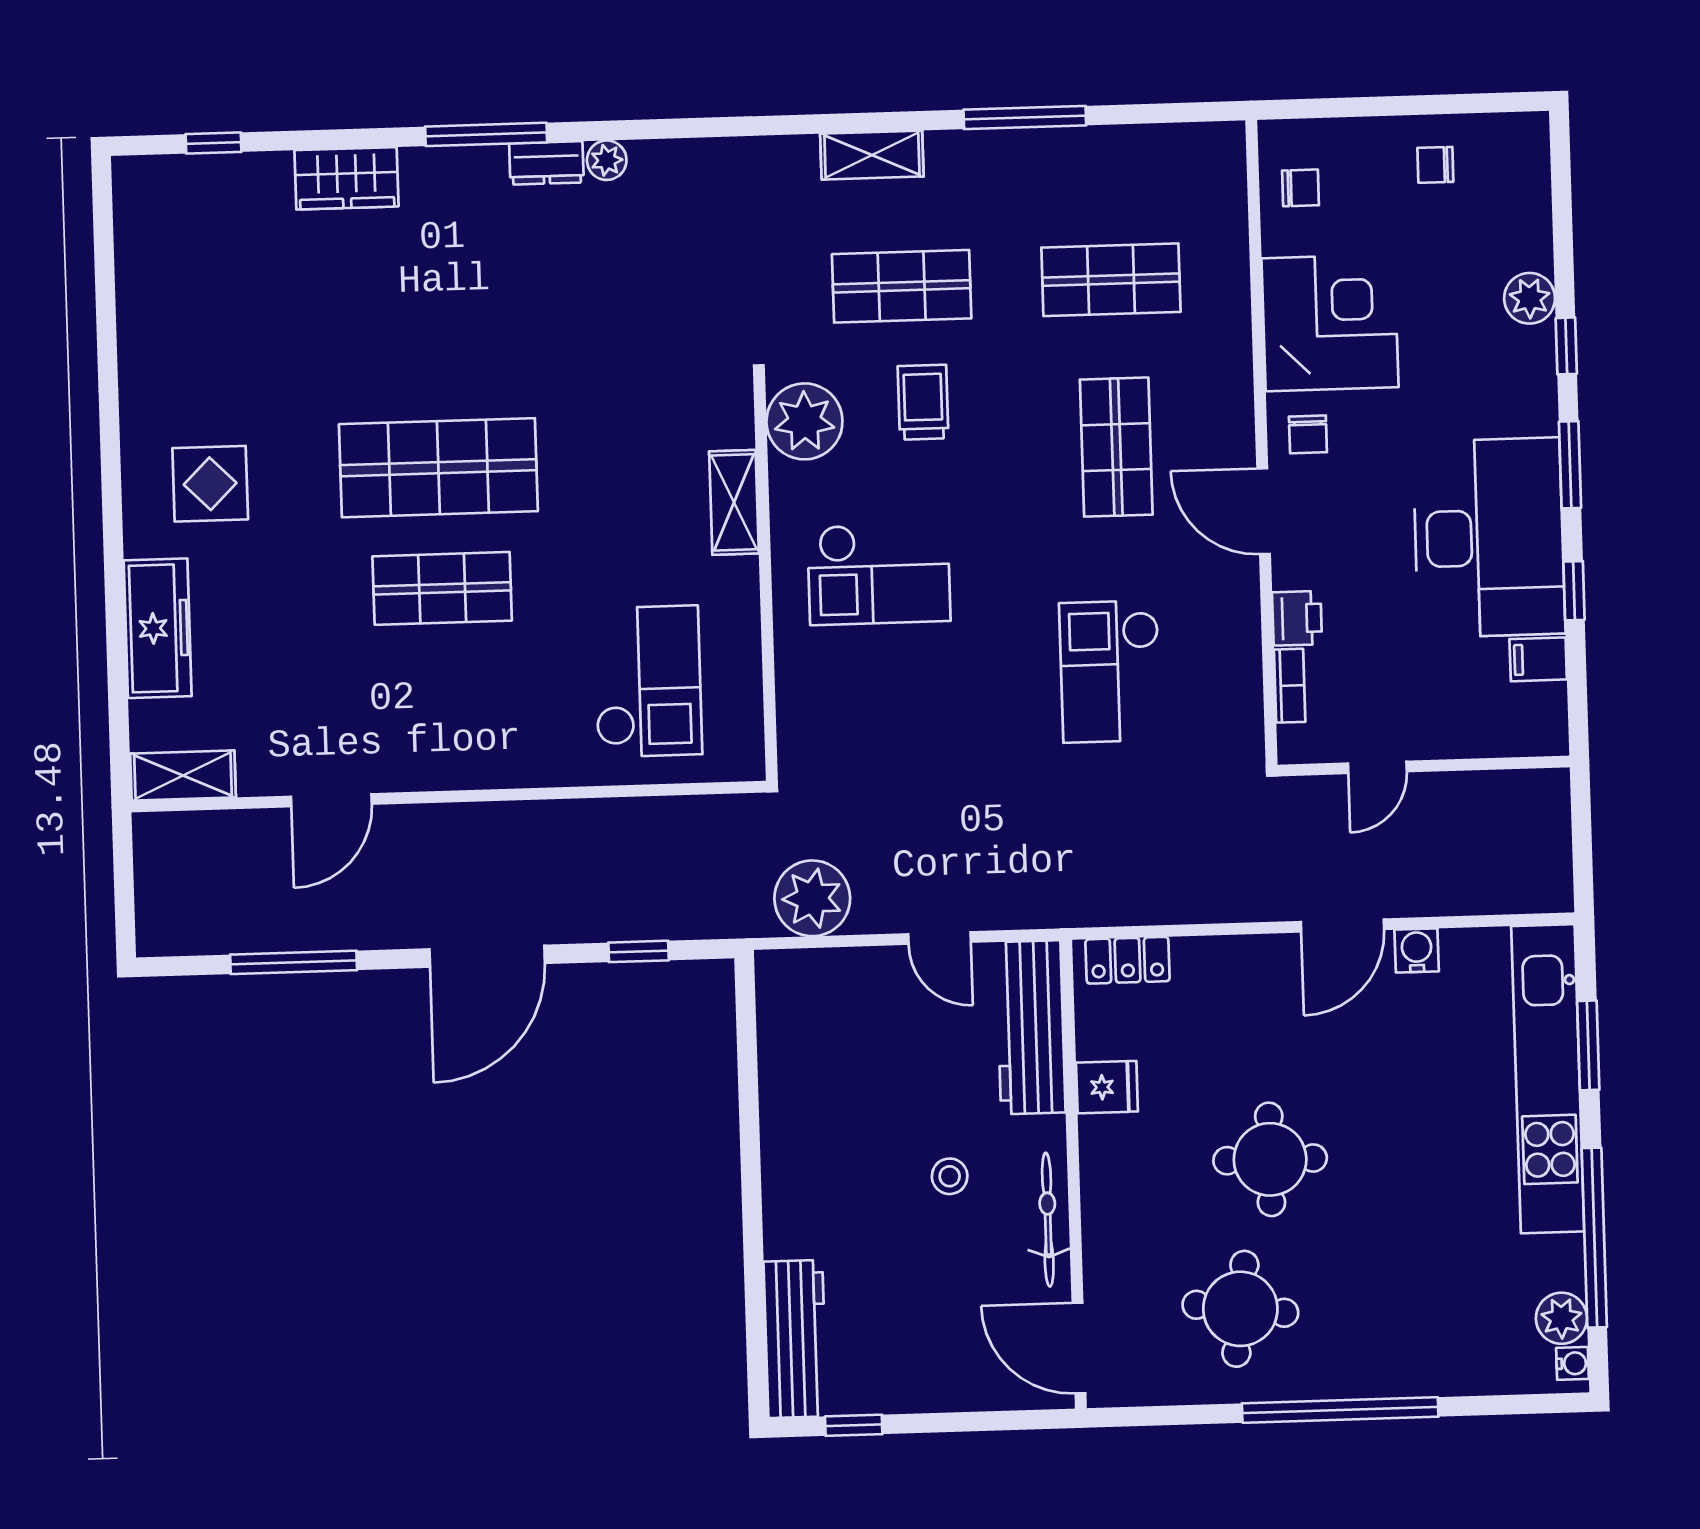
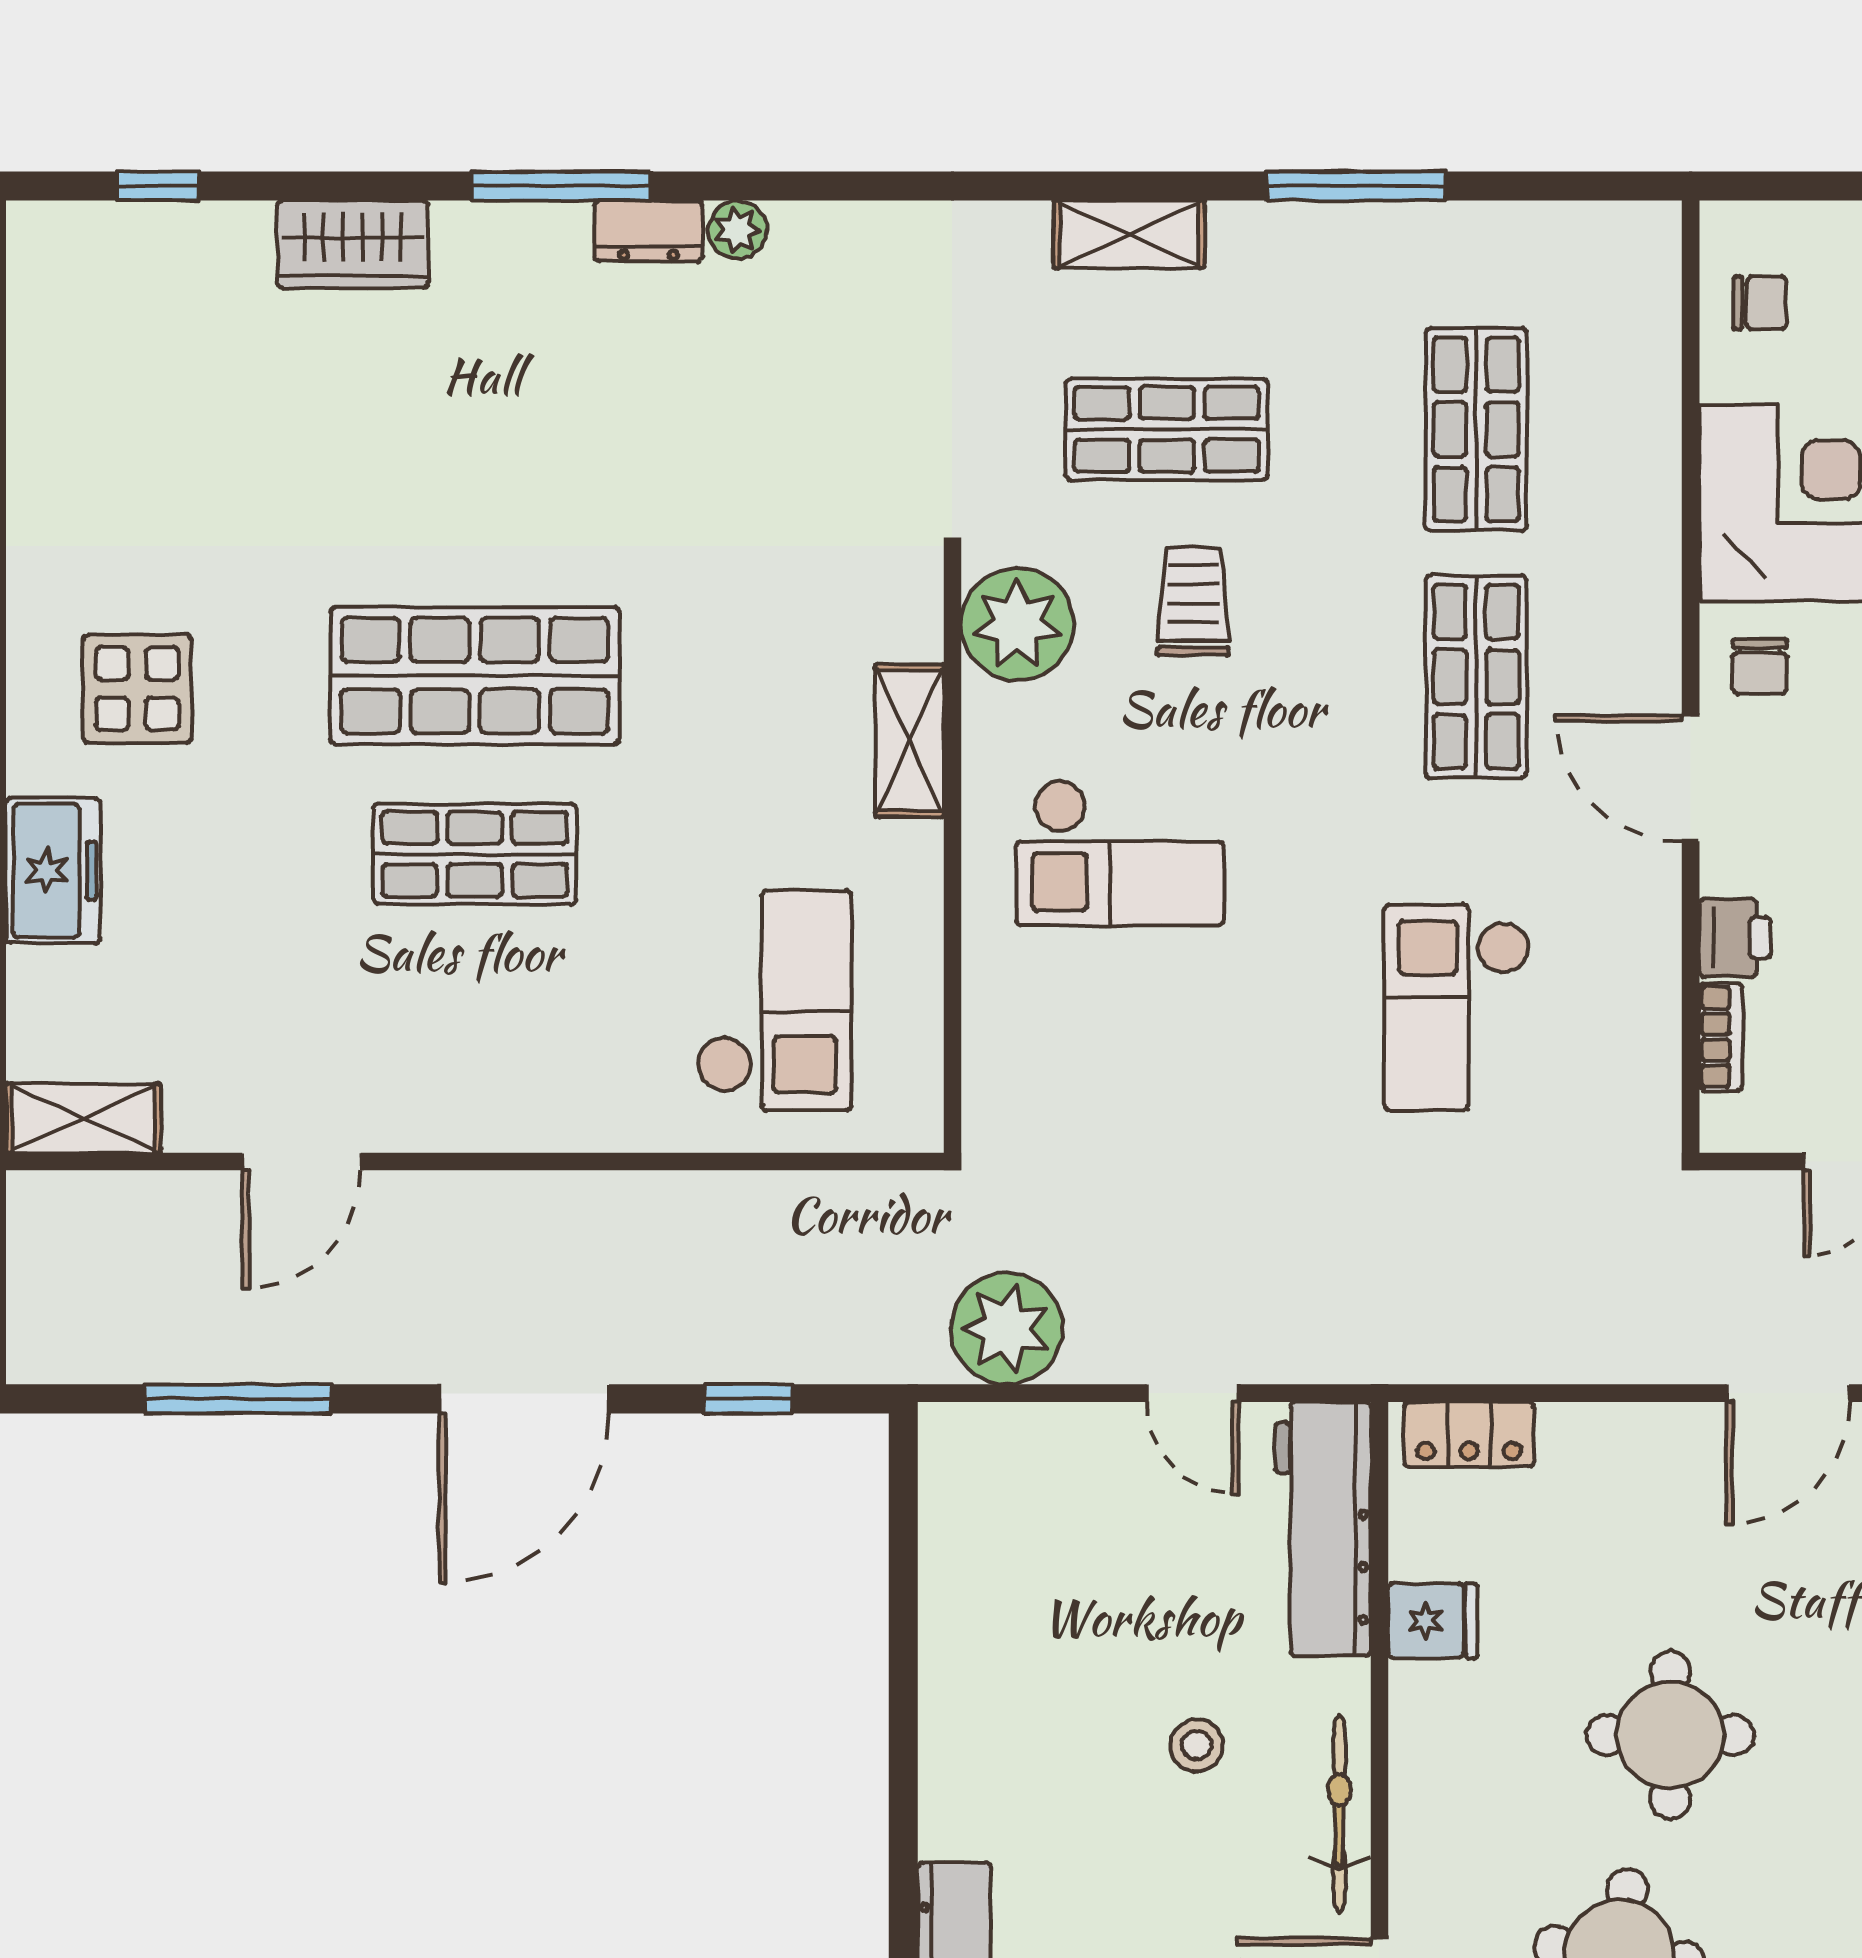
shop shelf: (1111, 280) -> (1476, 429), turned 90
freezer: (158, 628) -> (53, 871), width x0.71

